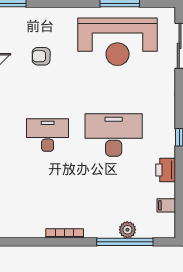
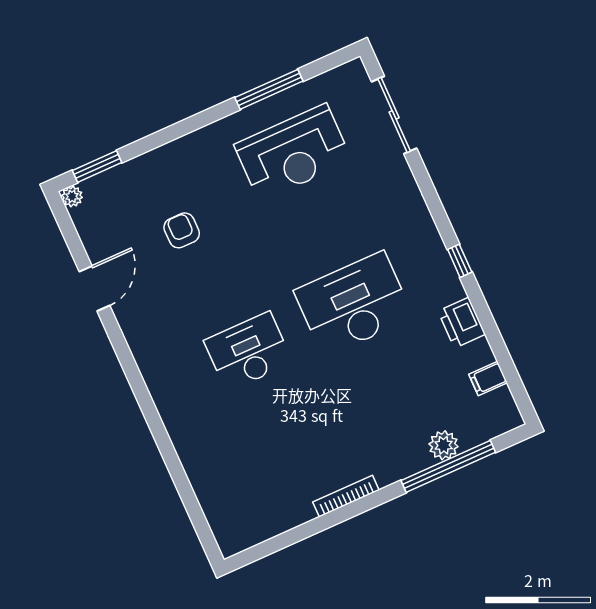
reception desk: (117, 42) -> (293, 153), width x0.74, depth x0.77
armchair: (41, 56) -> (182, 230), turned 89

